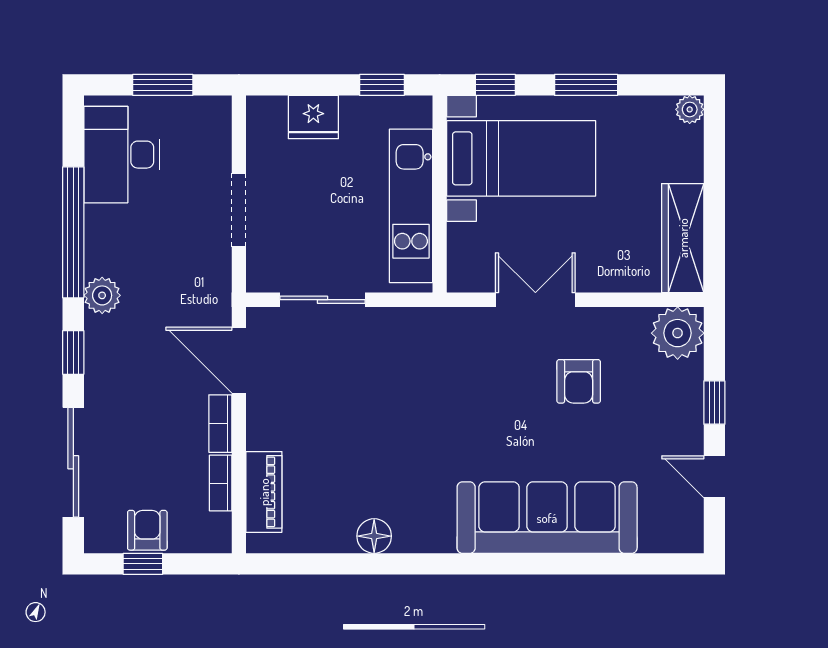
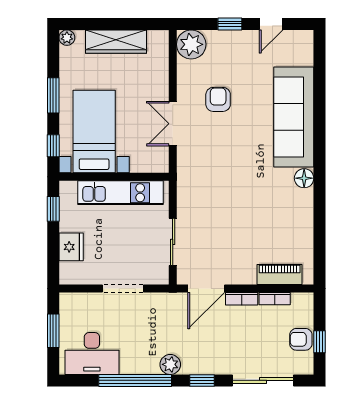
wardrobe: (683, 238) -> (116, 42), moved
armchair: (579, 381) -> (218, 99), turned -90
floor lamp: (374, 536) -> (304, 178), moved

